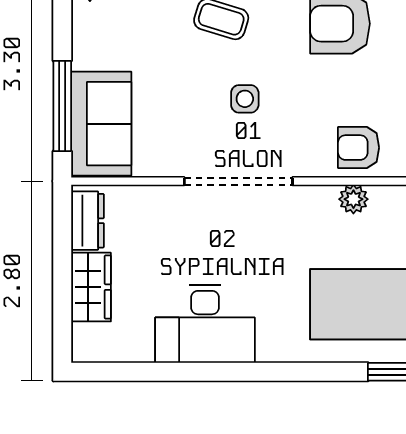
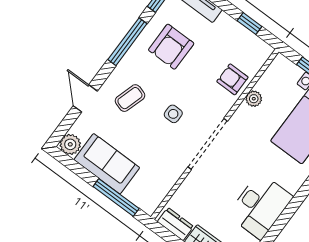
sofa: (101, 124) -> (107, 164), moved
armchair: (359, 148) -> (232, 79), turned 90

